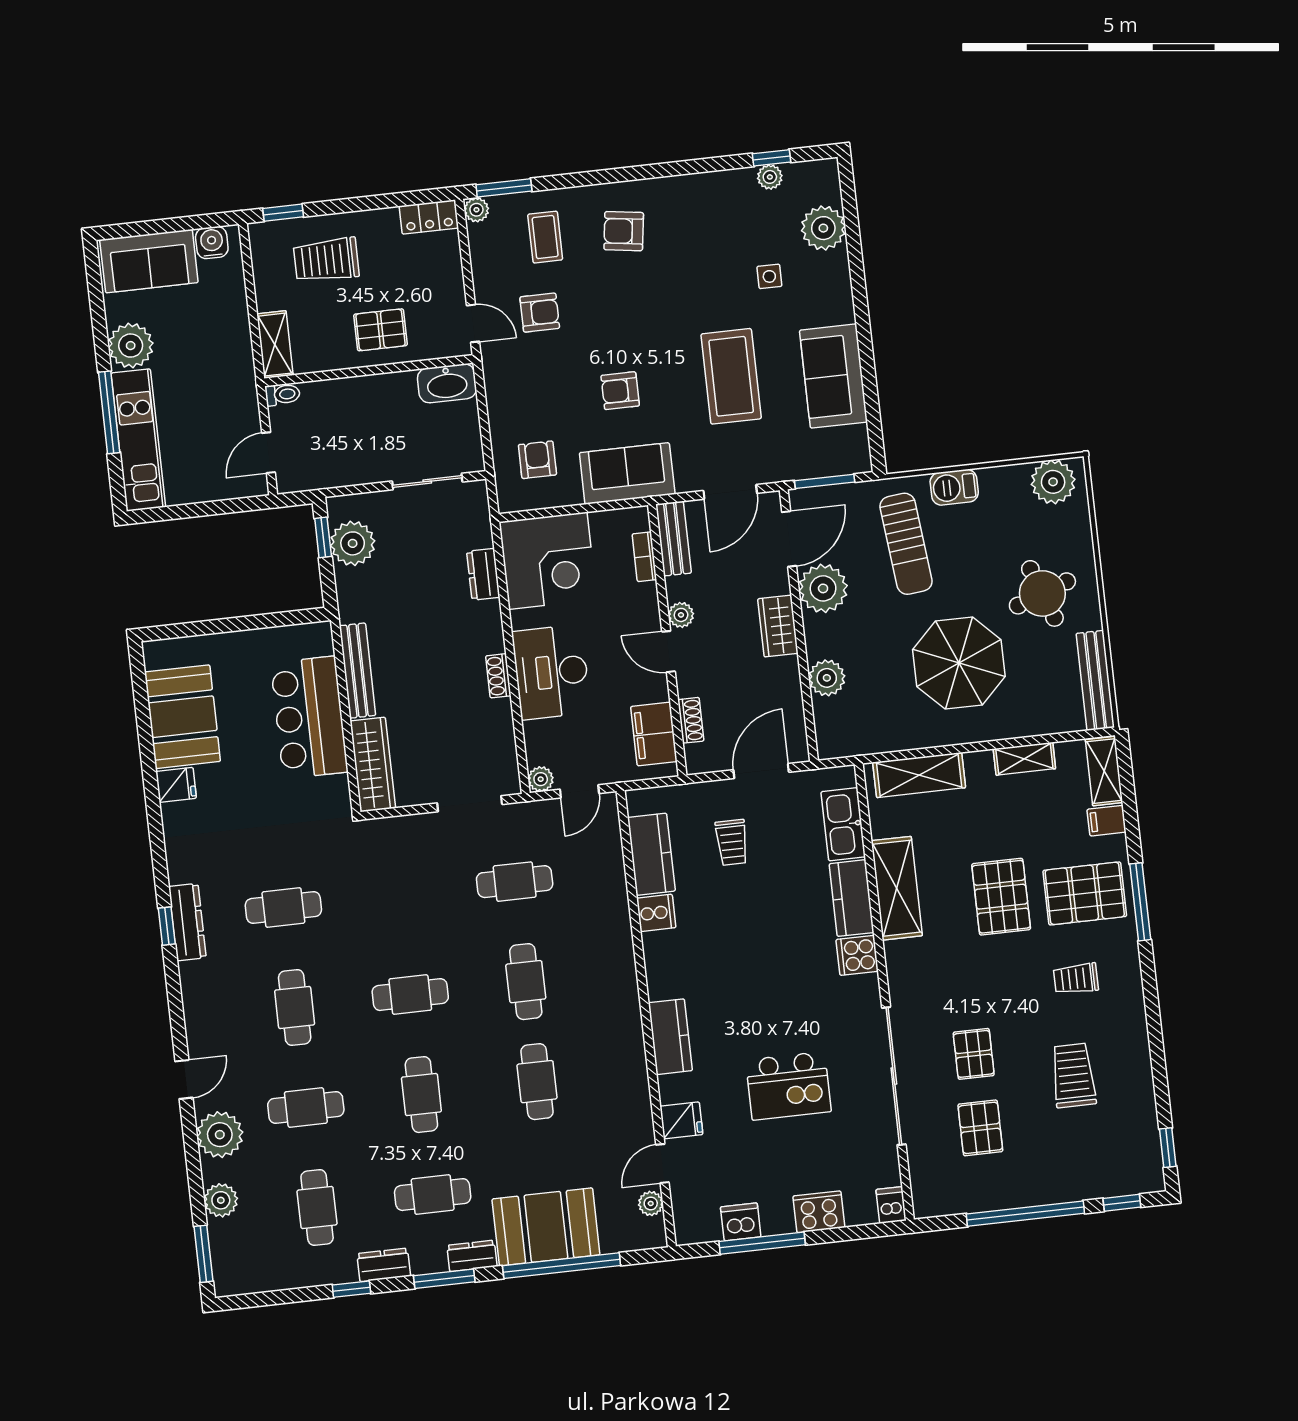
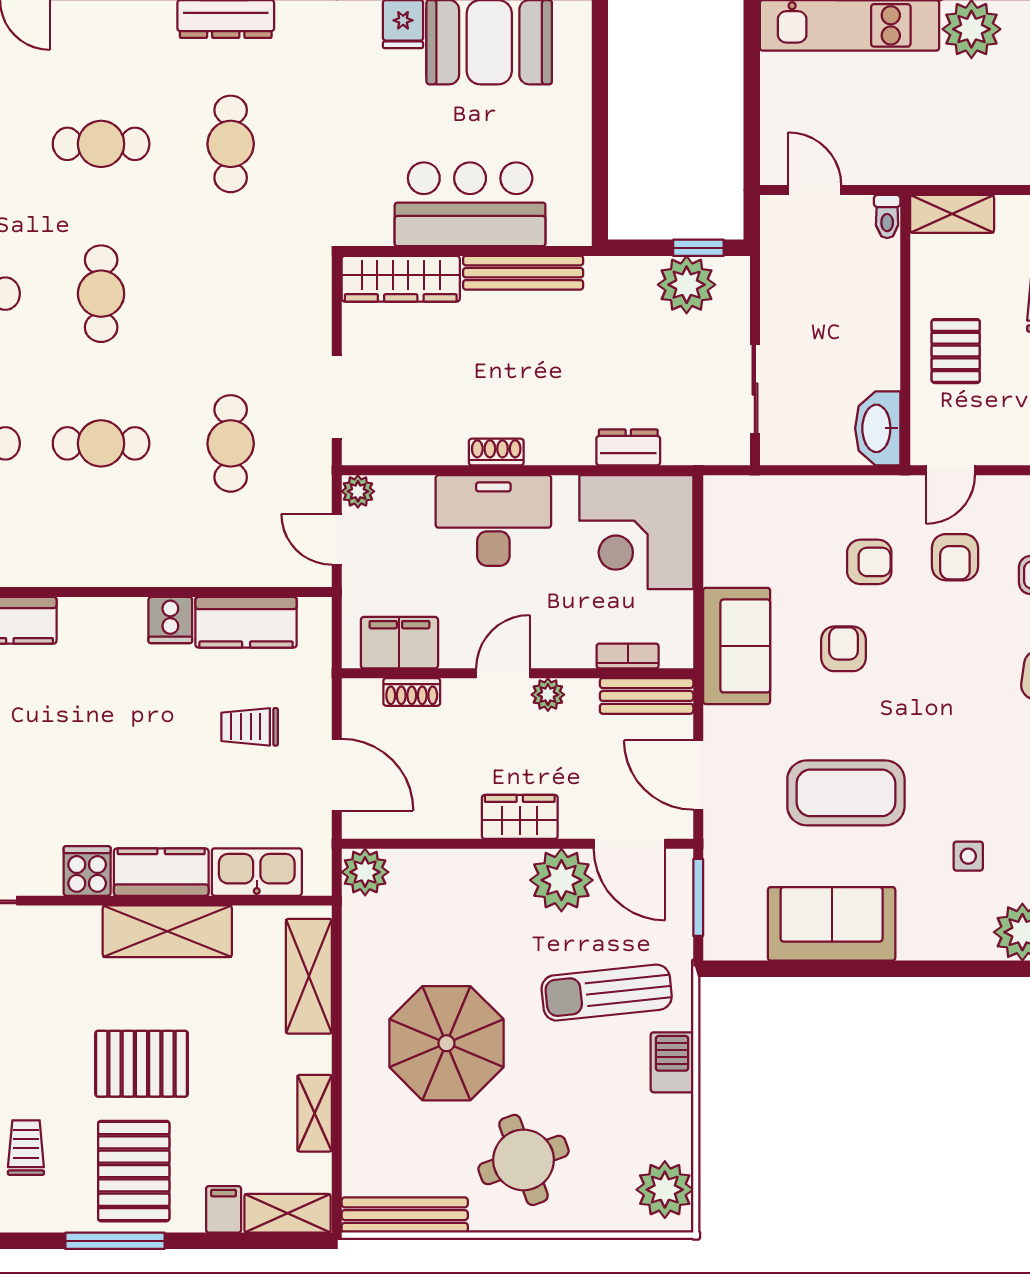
armchair: (537, 460) -> (869, 562), moved
plant: (827, 678) -> (365, 872), moved

